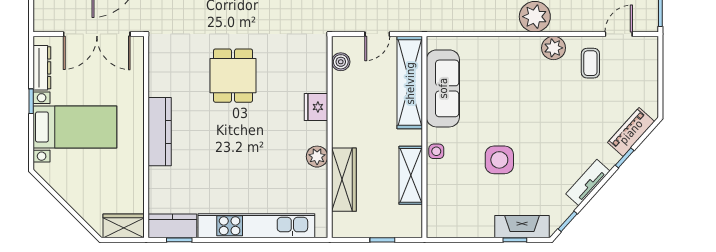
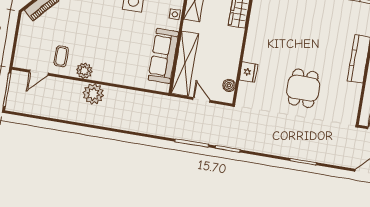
door: (377, 34) -> (201, 100), hinge flipped
fridge: (316, 107) -> (248, 72), moved
plant: (317, 157) -> (256, 24), removed

